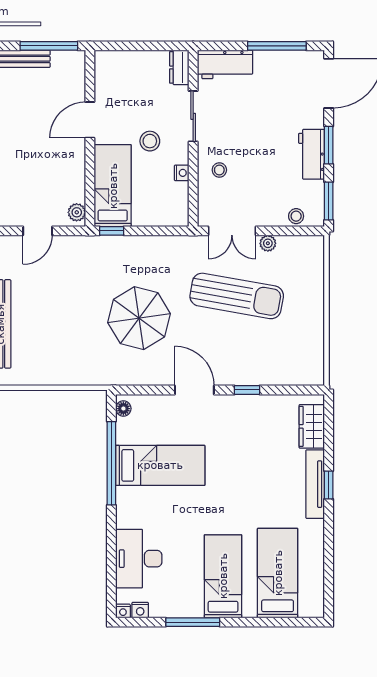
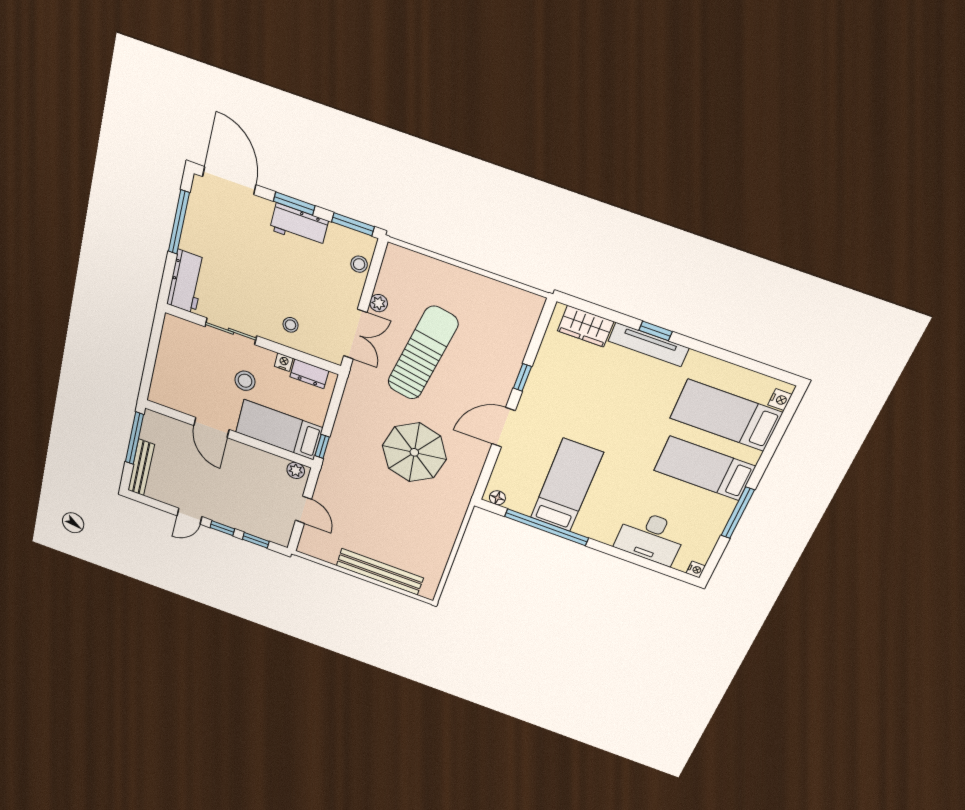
dresser: (179, 67) -> (309, 374), moved
nightstand: (140, 610) -> (780, 400), moved

